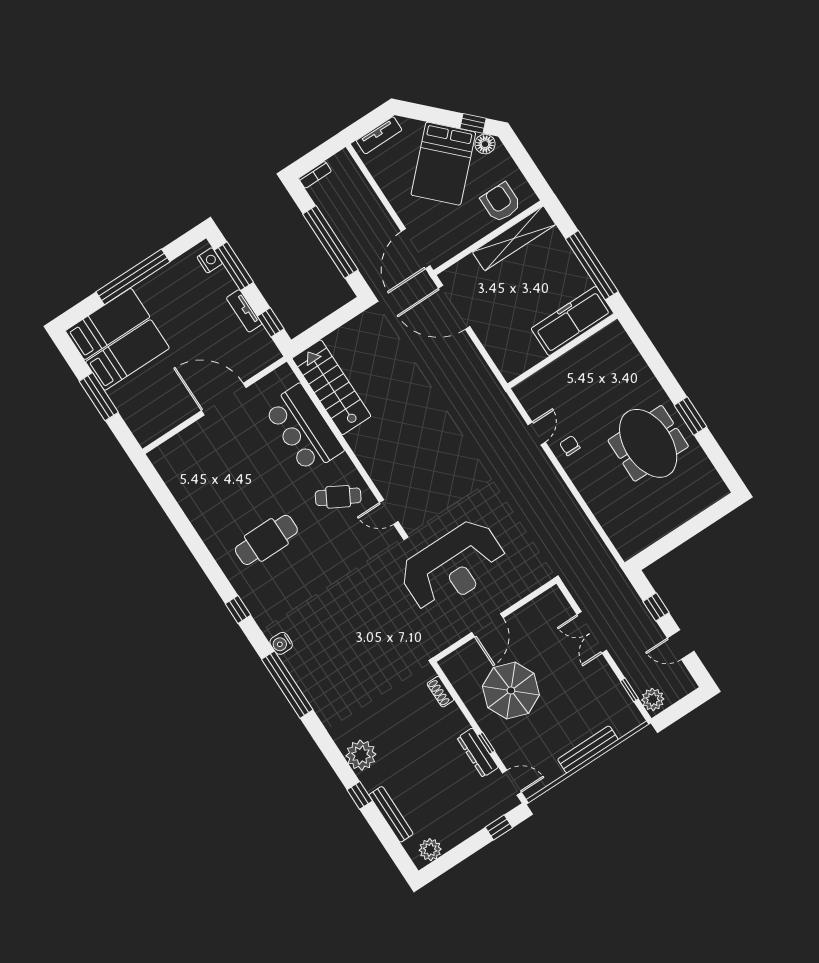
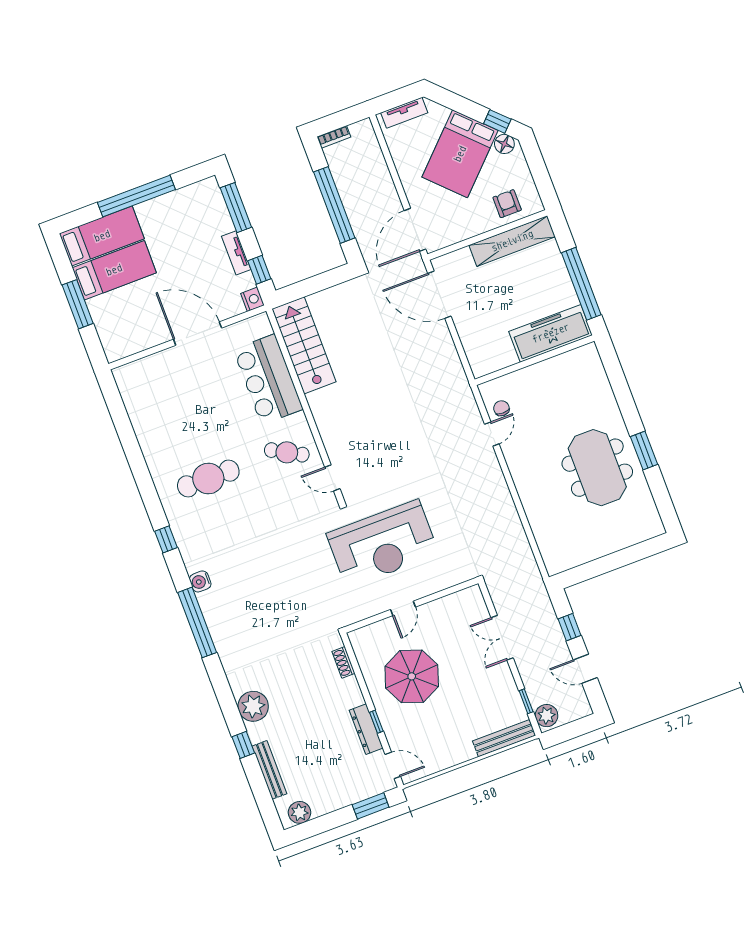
armchair: (501, 202) -> (507, 204), width x0.72, depth x0.72
nightstand: (210, 260) -> (252, 299), moved
chair: (570, 446) -> (501, 408), moved
door: (487, 625) -> (403, 608), width x0.73
bench: (588, 749) -> (504, 738), moved
window: (499, 827) -> (371, 806), width x1.50

